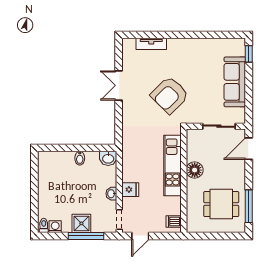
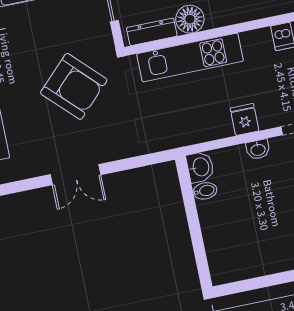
dresser: (192, 147) -> (152, 32), added
bidet: (80, 158) -> (205, 191), moved

